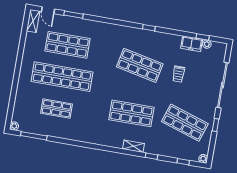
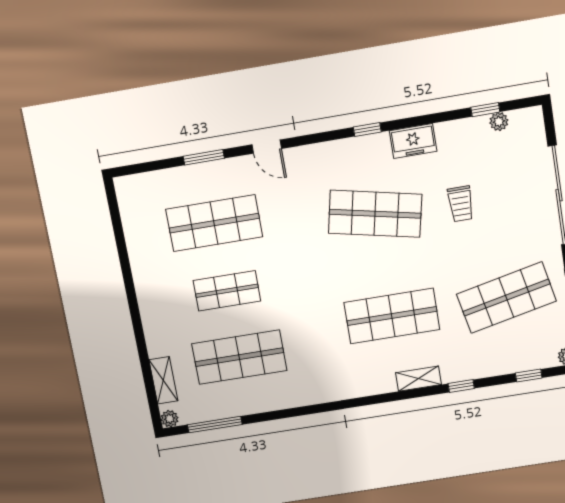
door: (48, 10) -> (267, 147), moved
shelving: (33, 21) -> (163, 380), moved
freezer: (192, 44) -> (413, 141), moved
shop shelf: (62, 77) -> (227, 291), width x0.50, depth x0.74
shop shelf: (56, 109) -> (239, 357), width x1.43, depth x1.36
shop shelf: (185, 123) -> (506, 298), turned -30

